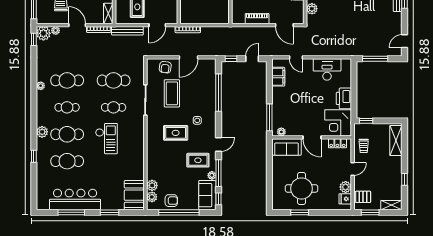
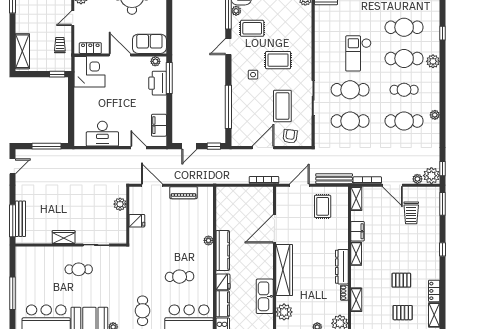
printer: (344, 98) -> (158, 83), moved, turned 180
cafe table: (114, 107) -> (350, 90), width x1.37, depth x1.35

